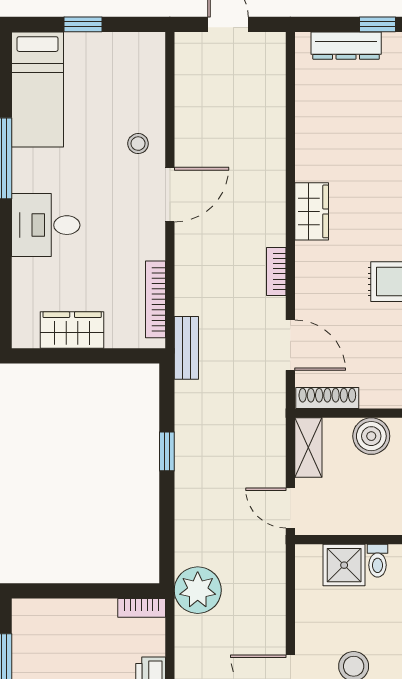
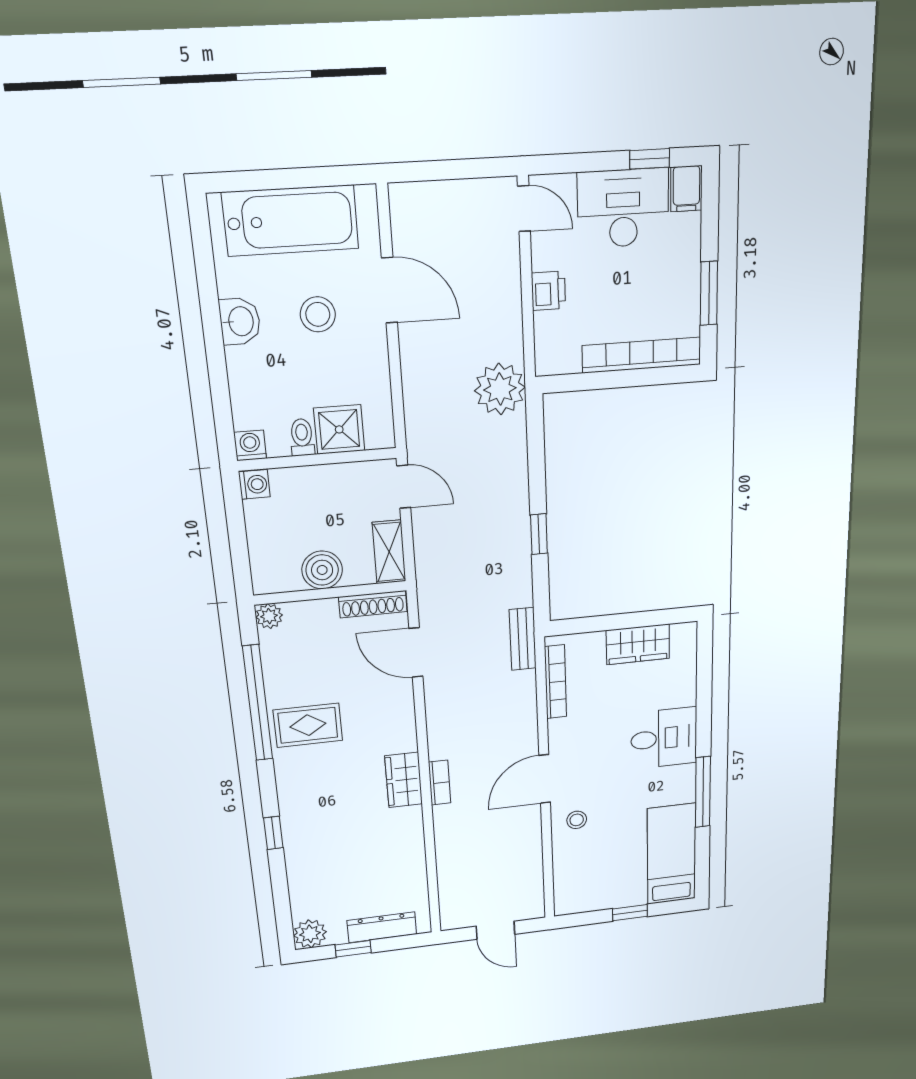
bookcase: (276, 271) -> (440, 783), moved
bookcase: (142, 608) -> (642, 355), moved, width x2.31, depth x1.31

